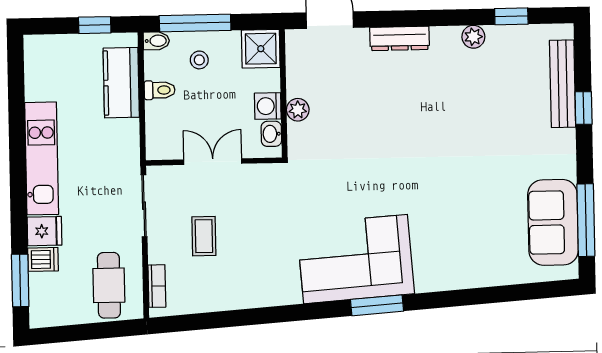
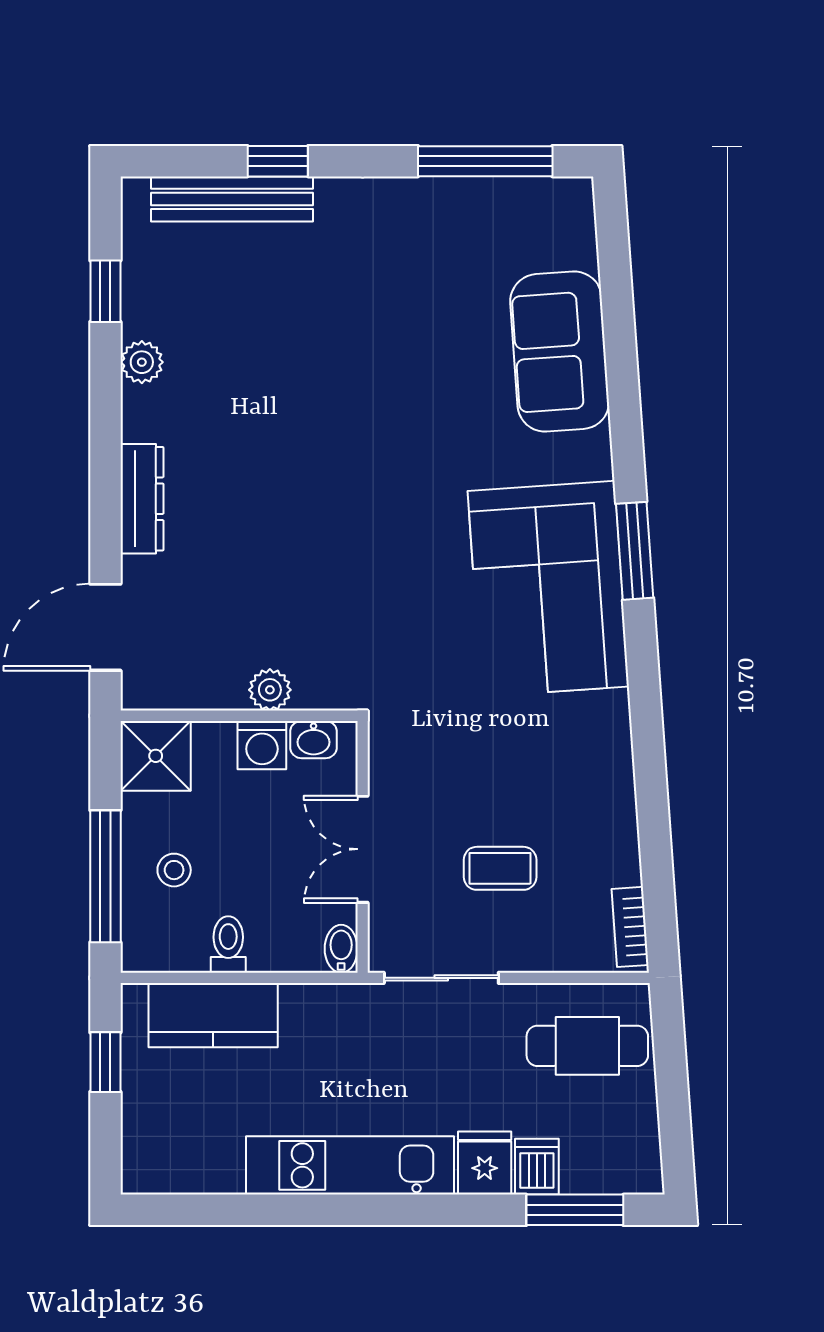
bidet: (156, 41) -> (341, 949), moved
sofa: (553, 222) -> (560, 352), moved, turned 86
bookcase: (157, 286) -> (630, 927), moved, turned -94

